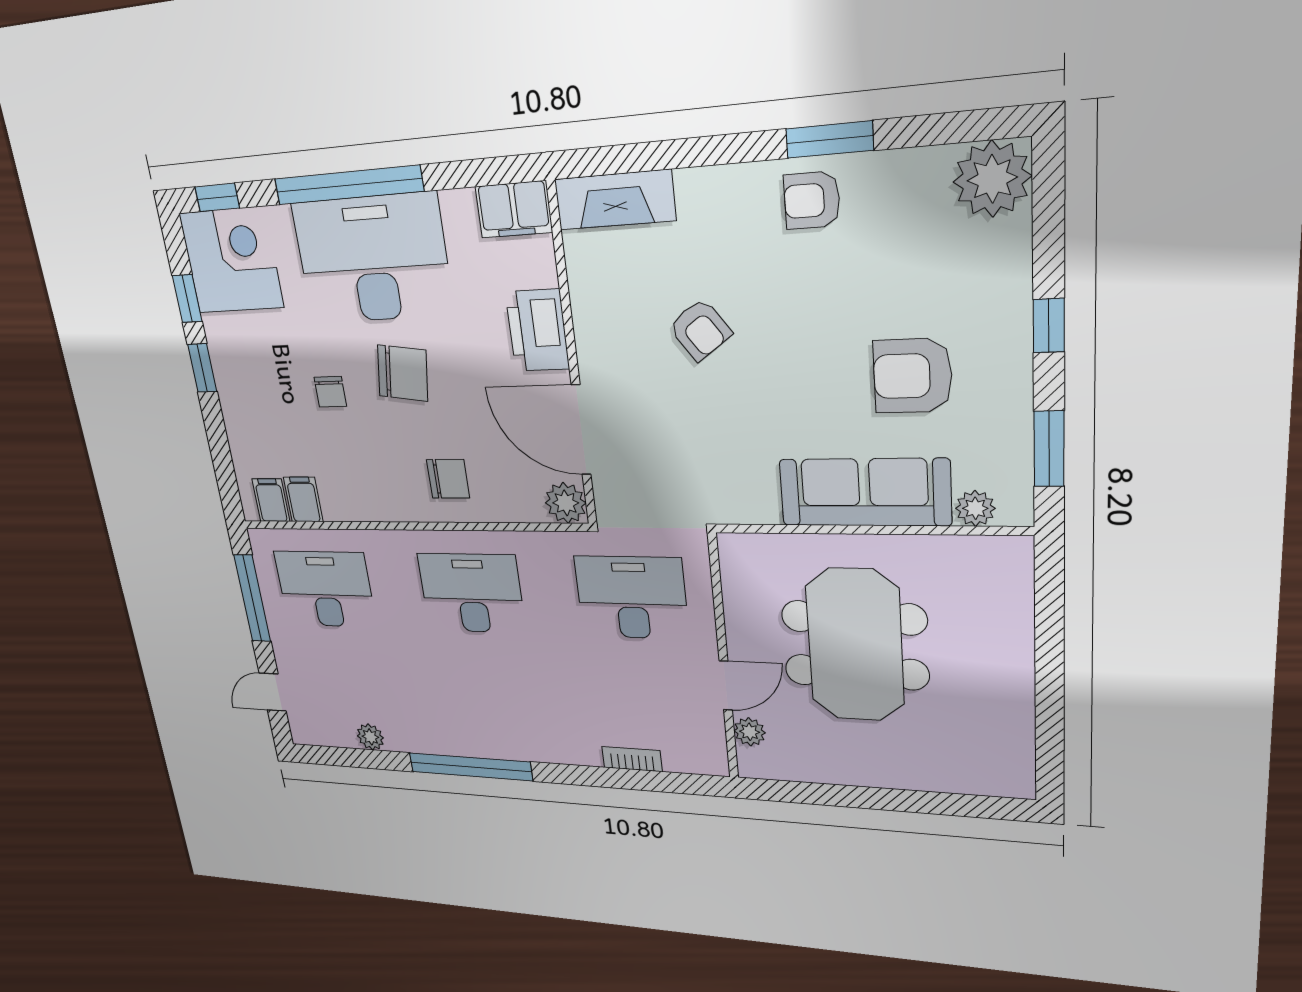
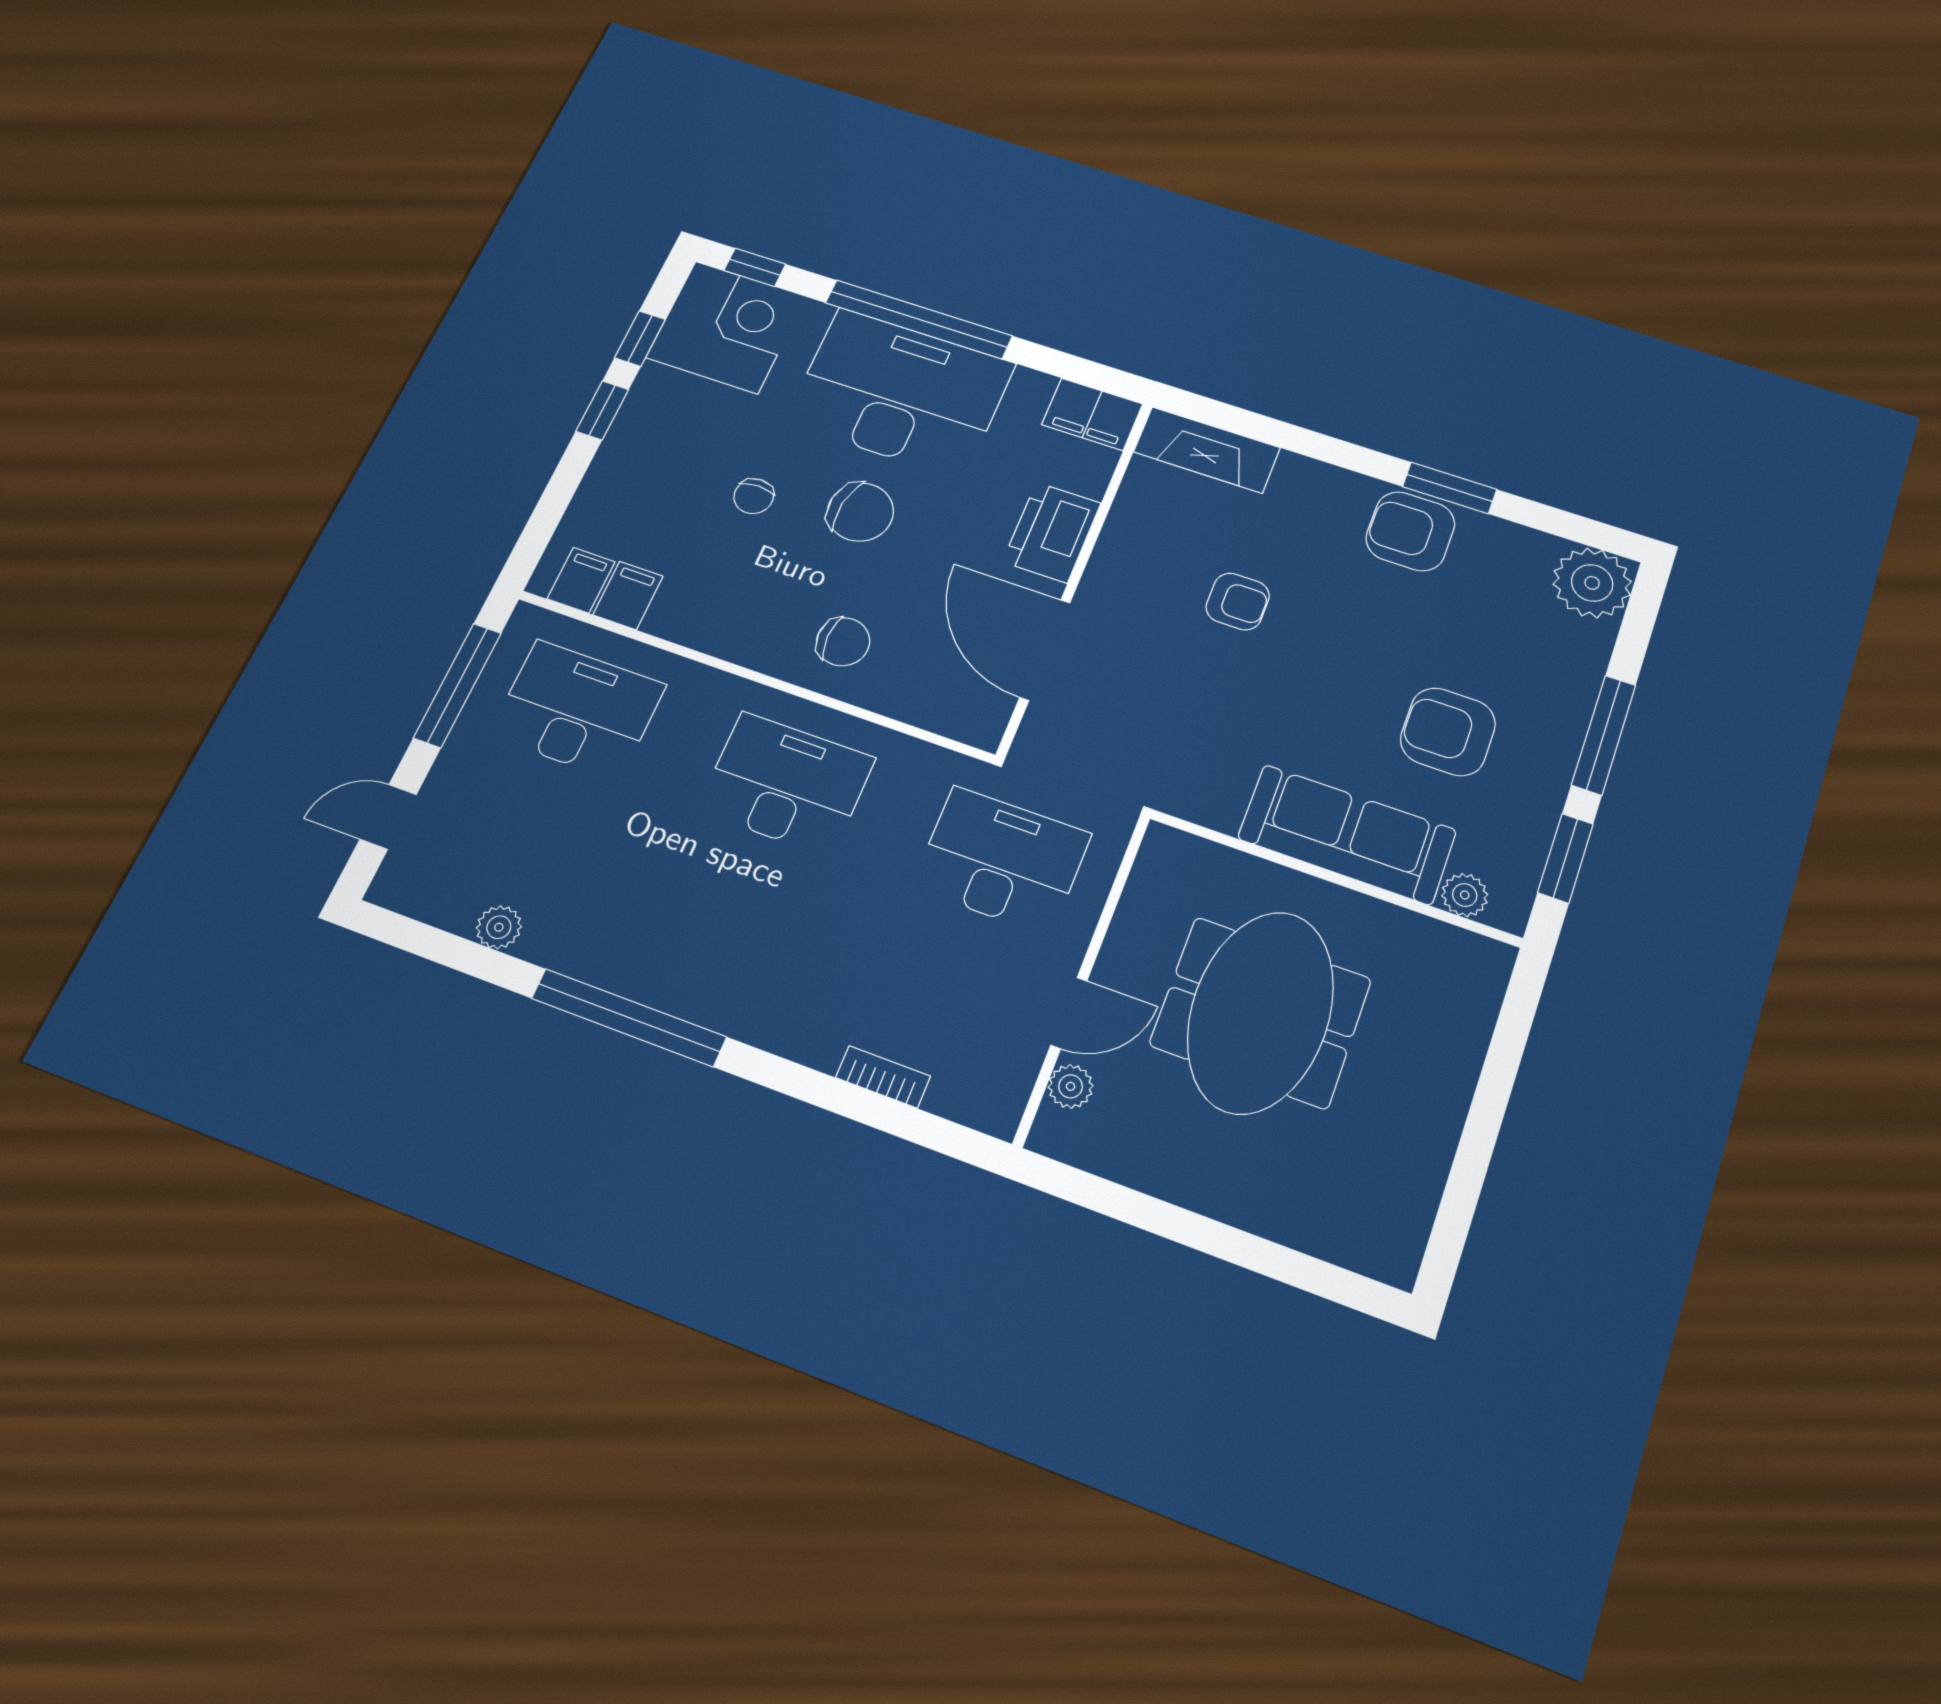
armchair: (812, 200) -> (1410, 531), width x1.38, depth x1.38
window: (1049, 326) -> (1604, 735), width x2.17
armchair: (700, 330) -> (1238, 601), turned -54
plant: (566, 503) -> (979, 721), removed

